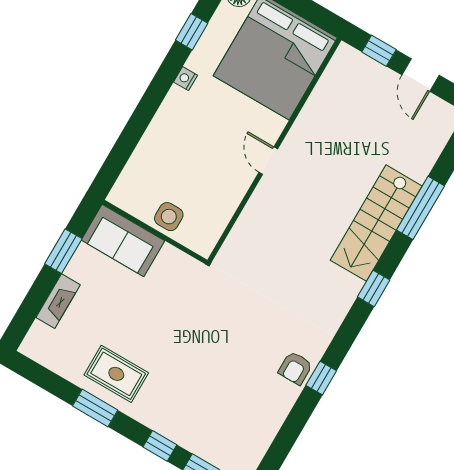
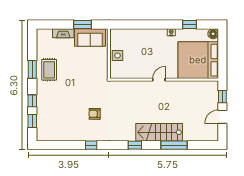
sofa: (123, 240) -> (90, 37), moved, turned -90
armchair: (295, 368) -> (95, 114), moved

